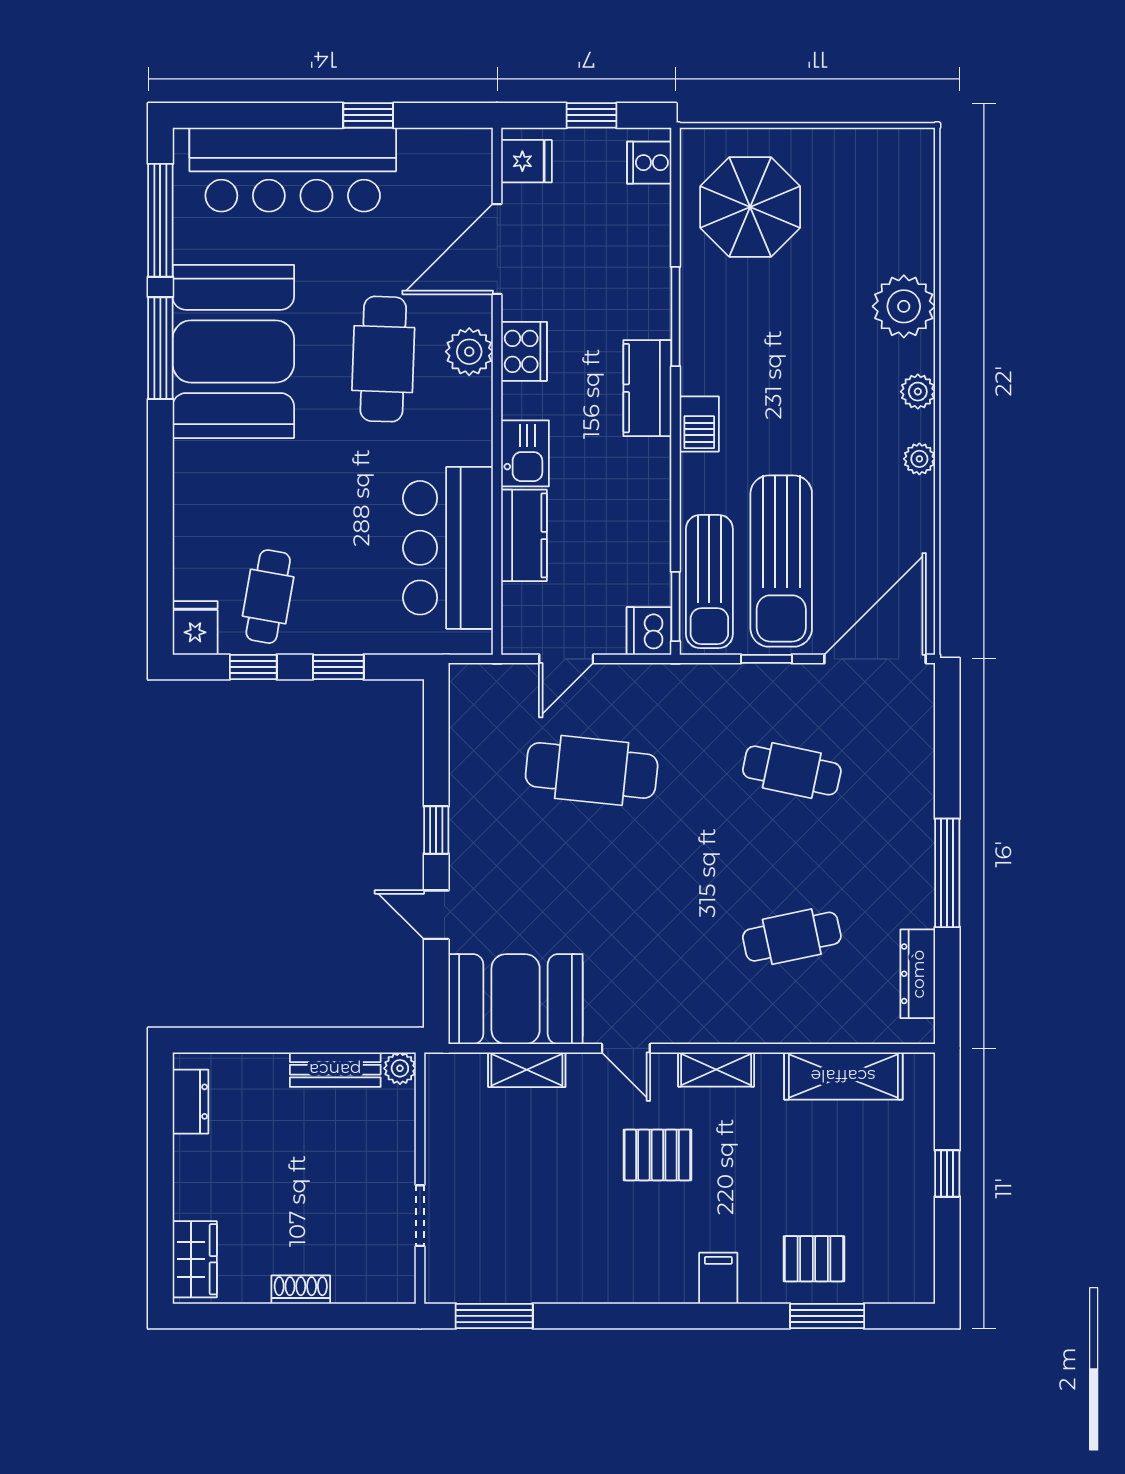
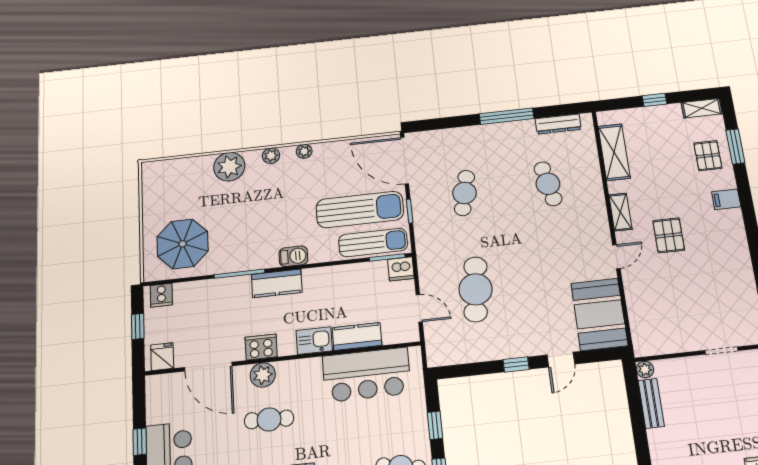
cafe table: (383, 359) -> (269, 419), width x0.73, depth x0.74
shelving: (527, 1070) -> (702, 108), moved, turned 90

